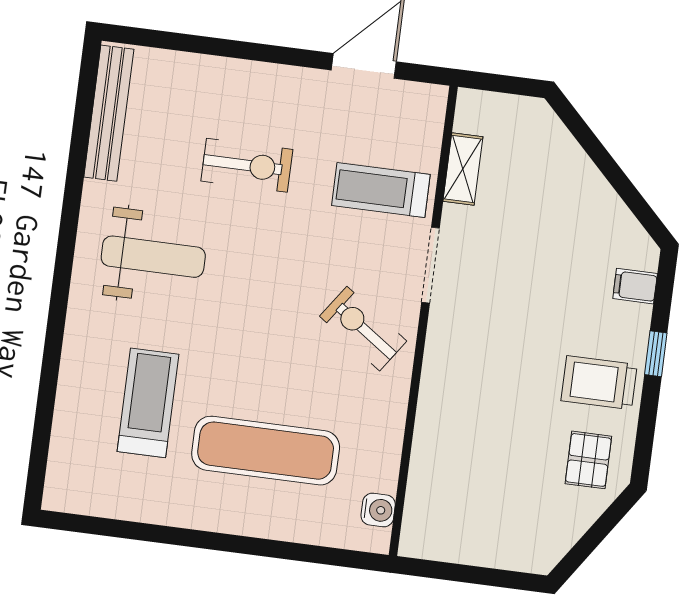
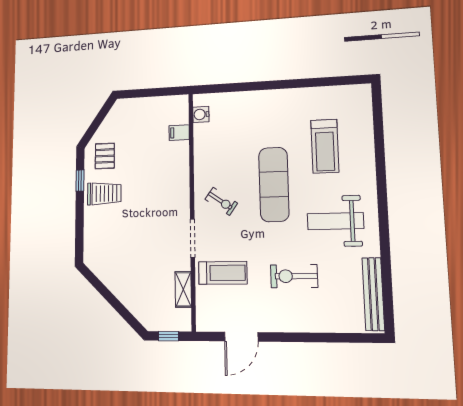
window: (504, 84) -> (169, 336), added
filing cabinet: (635, 286) -> (179, 133), moved, turned 180
exercise bike: (363, 329) -> (221, 201), width x0.73, depth x0.72
window: (656, 354) -> (80, 181), moved
exercise mat: (266, 451) -> (274, 184), moved, turned 90

